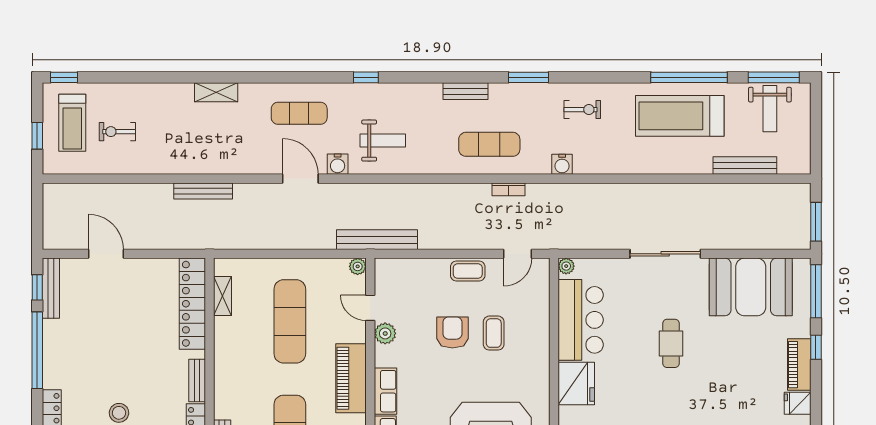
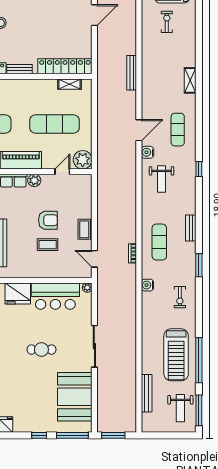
weight bench: (770, 109) -> (180, 408), turned -90
treadmill: (680, 116) -> (176, 355), turned 180
bench: (377, 240) -> (103, 176), removed
plant: (358, 266) -> (83, 160), width x1.88, depth x1.88
plant: (385, 333) -> (34, 180), moved
piano: (799, 365) -> (29, 425), removed

